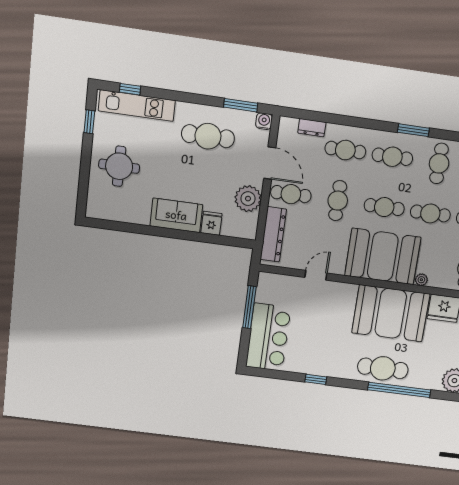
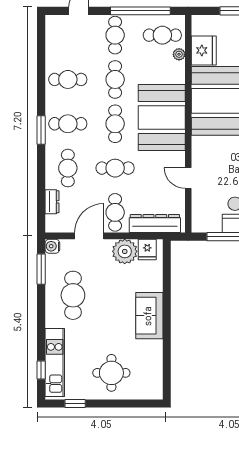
window: (413, 130) -> (41, 130), moved
cafe table: (392, 157) -> (68, 124), turned 90
fridge: (211, 223) -> (147, 249), moved, turned -90
plant: (421, 280) -> (179, 54), moved

